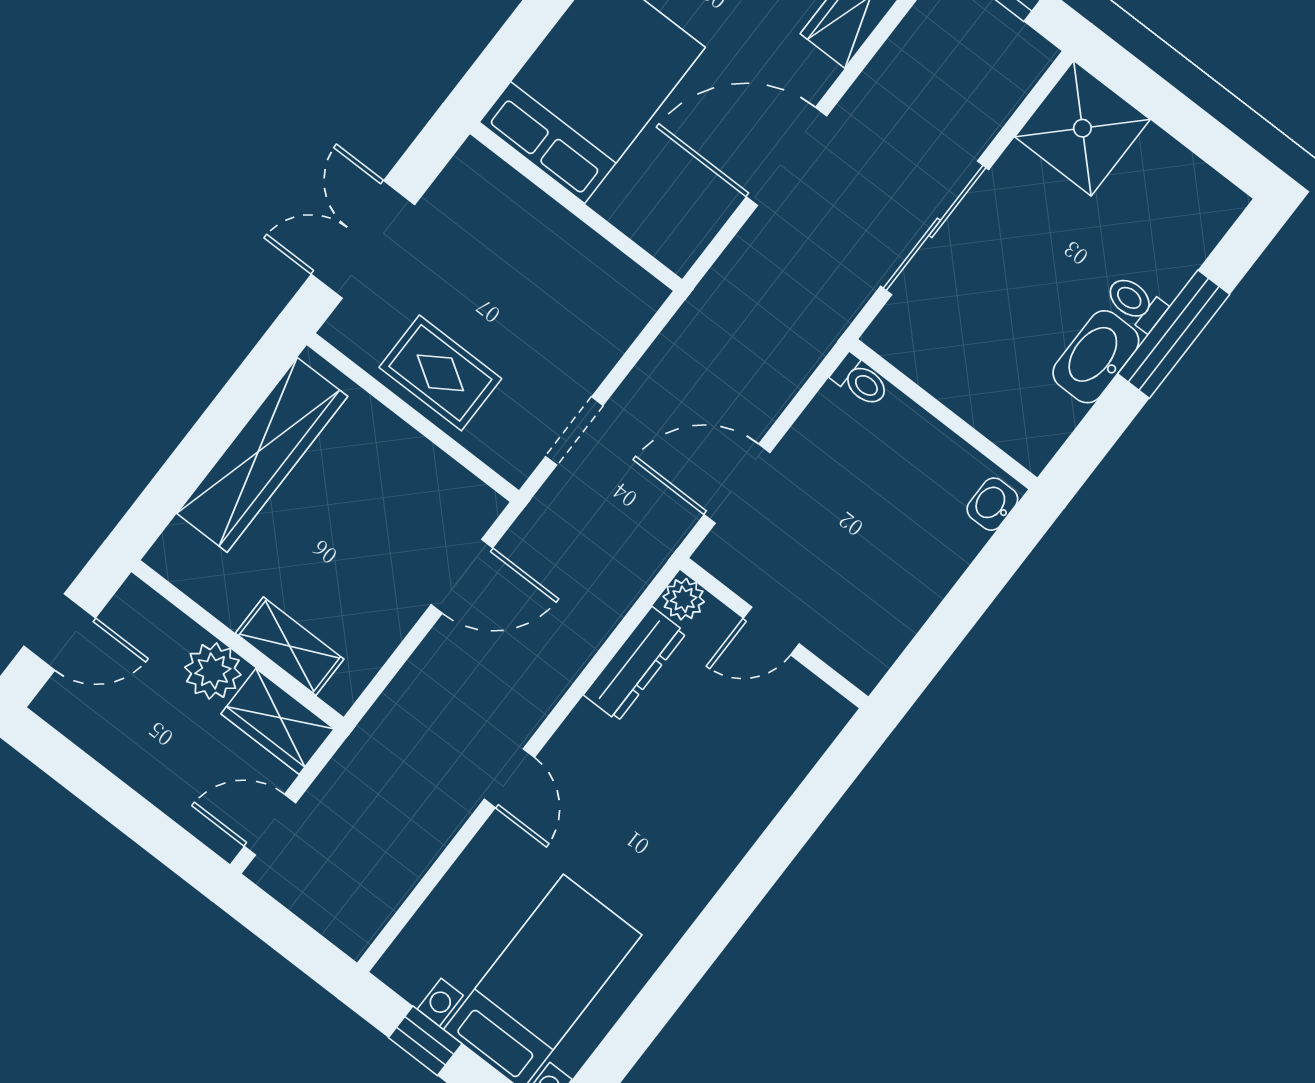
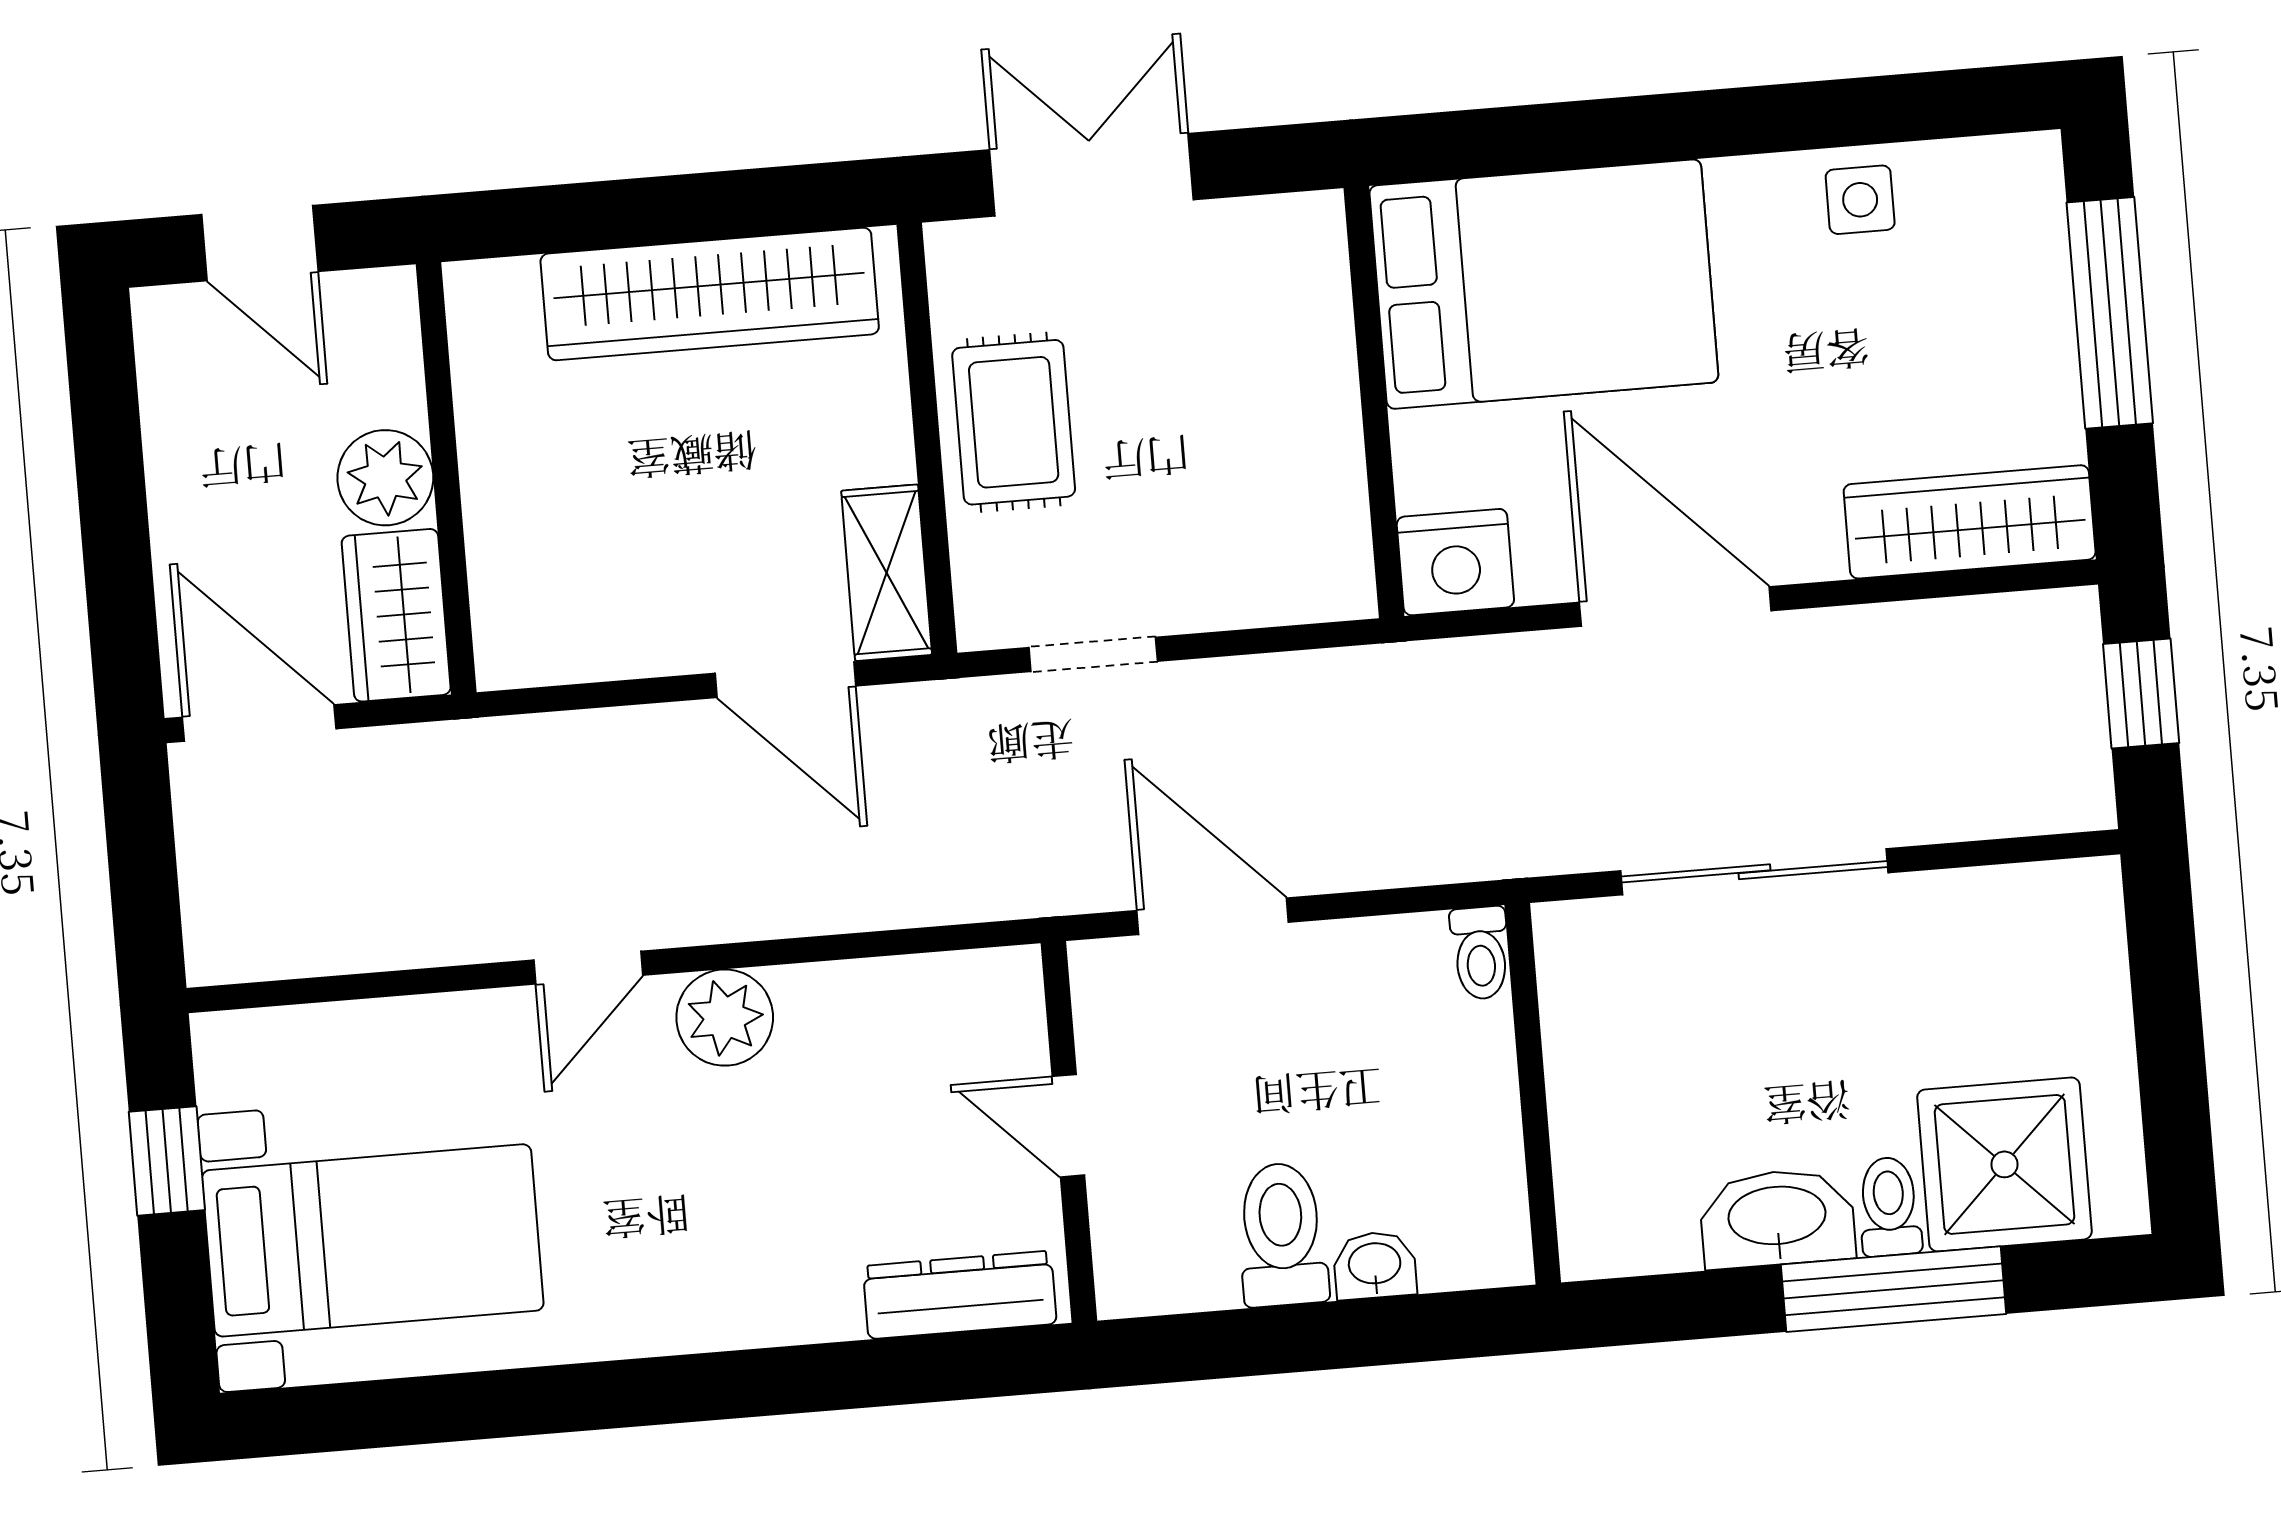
shower: (1082, 128) -> (2004, 1164), moved
nightstand: (679, 235) -> (1455, 562), added
washbasin: (992, 504) -> (1375, 1265), moved
toilet: (905, 581) -> (1282, 1235), added
plant: (684, 599) -> (725, 1018), moved, width x1.38, depth x1.38
shelving: (290, 646) -> (887, 573), moved
dresser: (635, 664) -> (960, 1295), moved, turned 180
door: (270, 825) -> (259, 723), width x1.38

